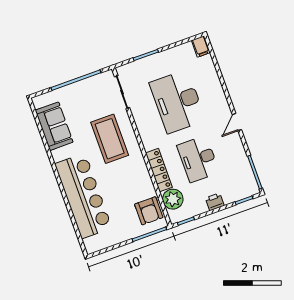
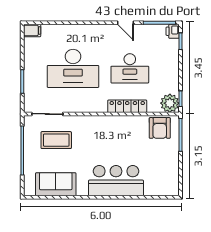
door: (237, 122) -> (125, 23), moved
coffee table: (110, 139) -> (56, 140), moved, width x0.73, depth x0.76
bar counter: (83, 196) -> (116, 181), width x0.73
plant: (173, 199) -> (170, 103), moved
printer: (215, 202) -> (173, 31), moved
armchair: (149, 211) -> (160, 128), turned 90

